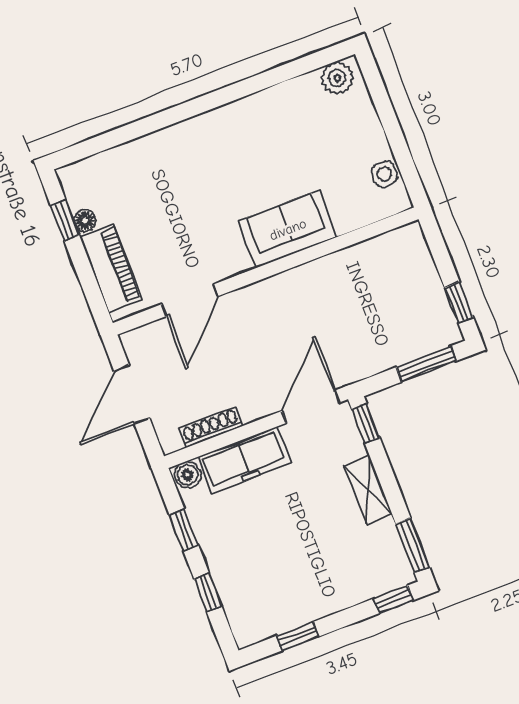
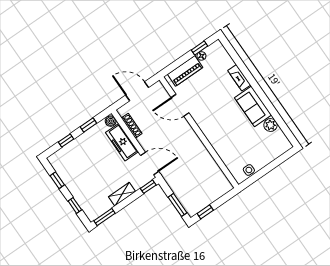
plant: (337, 78) -> (270, 125), moved
fireplace: (159, 143) -> (239, 78), added
sofa: (288, 229) -> (253, 106), moved, turned 180
window: (393, 599) -> (75, 205), moved

